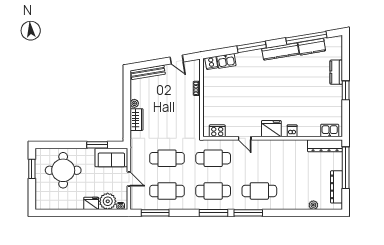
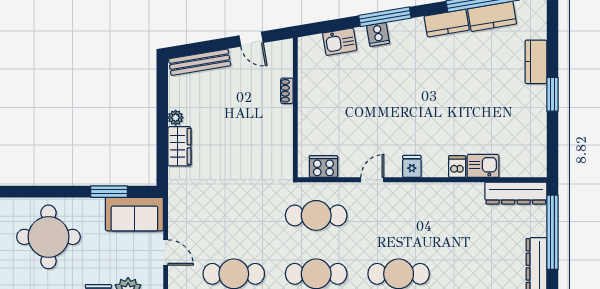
kitchen counter: (280, 51) -> (447, 23), width x0.67
cooker: (211, 63) -> (378, 34), moved
fridge: (271, 129) -> (412, 166), width x0.53, depth x0.75
kitchen sink: (330, 131) -> (483, 166), moved
door: (245, 138) -> (372, 180), swing flipped
cafe table: (167, 158) -> (234, 215), removed

